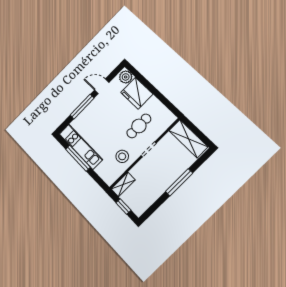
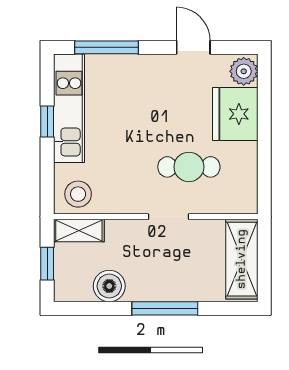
window: (82, 107) -> (106, 47), moved
stool: (122, 156) -> (78, 194), moved
window: (78, 158) -> (47, 121), width x0.46
boiler: (152, 193) -> (109, 286), added

